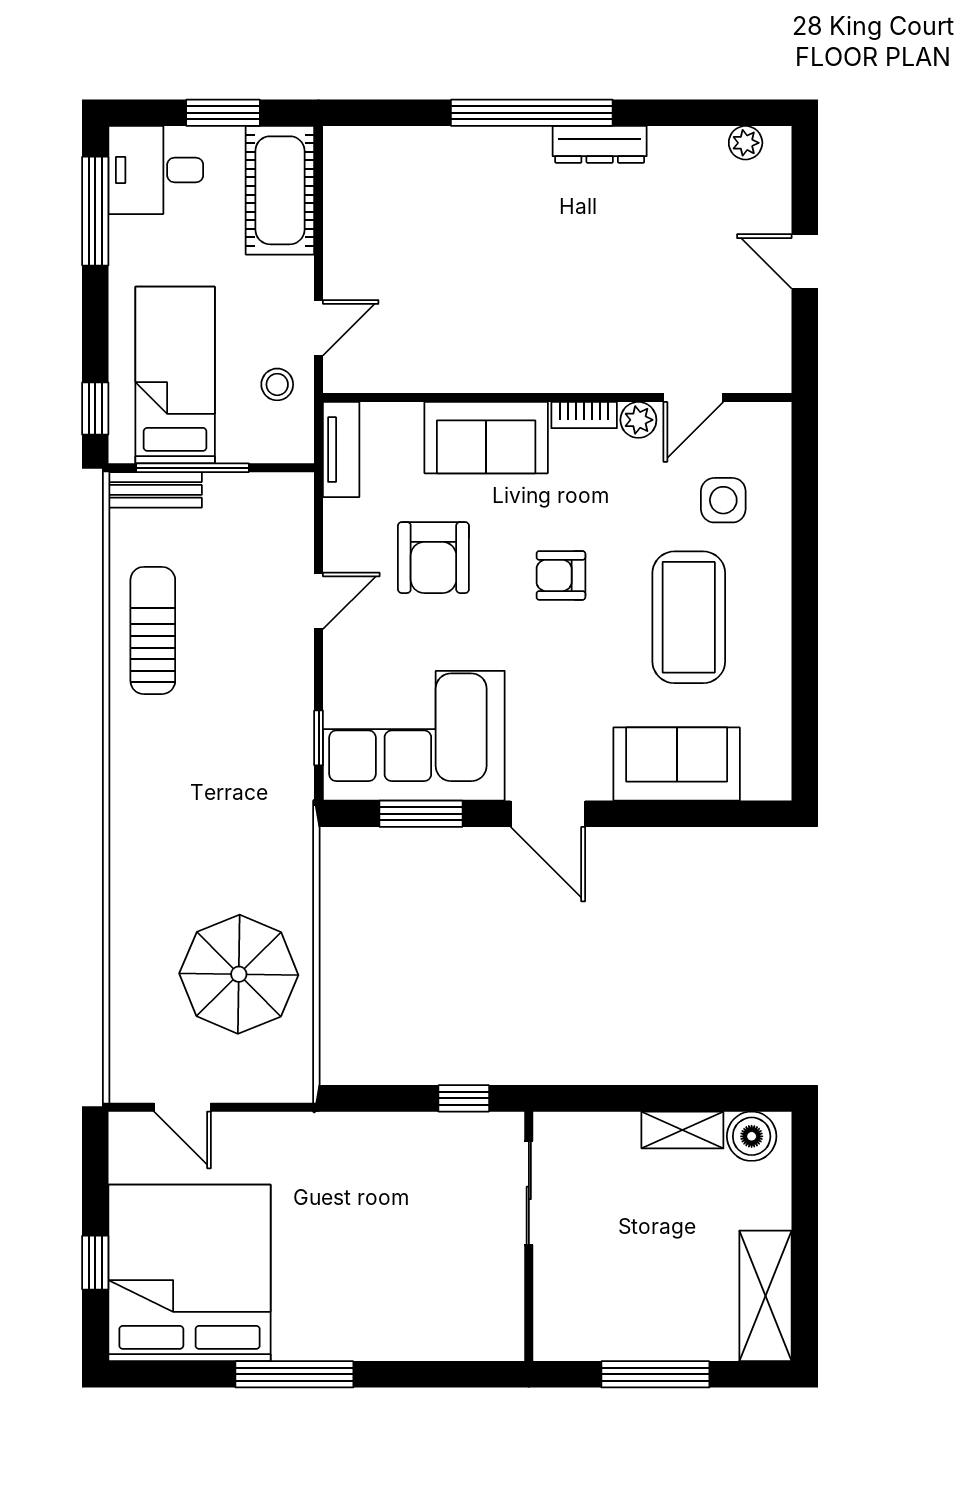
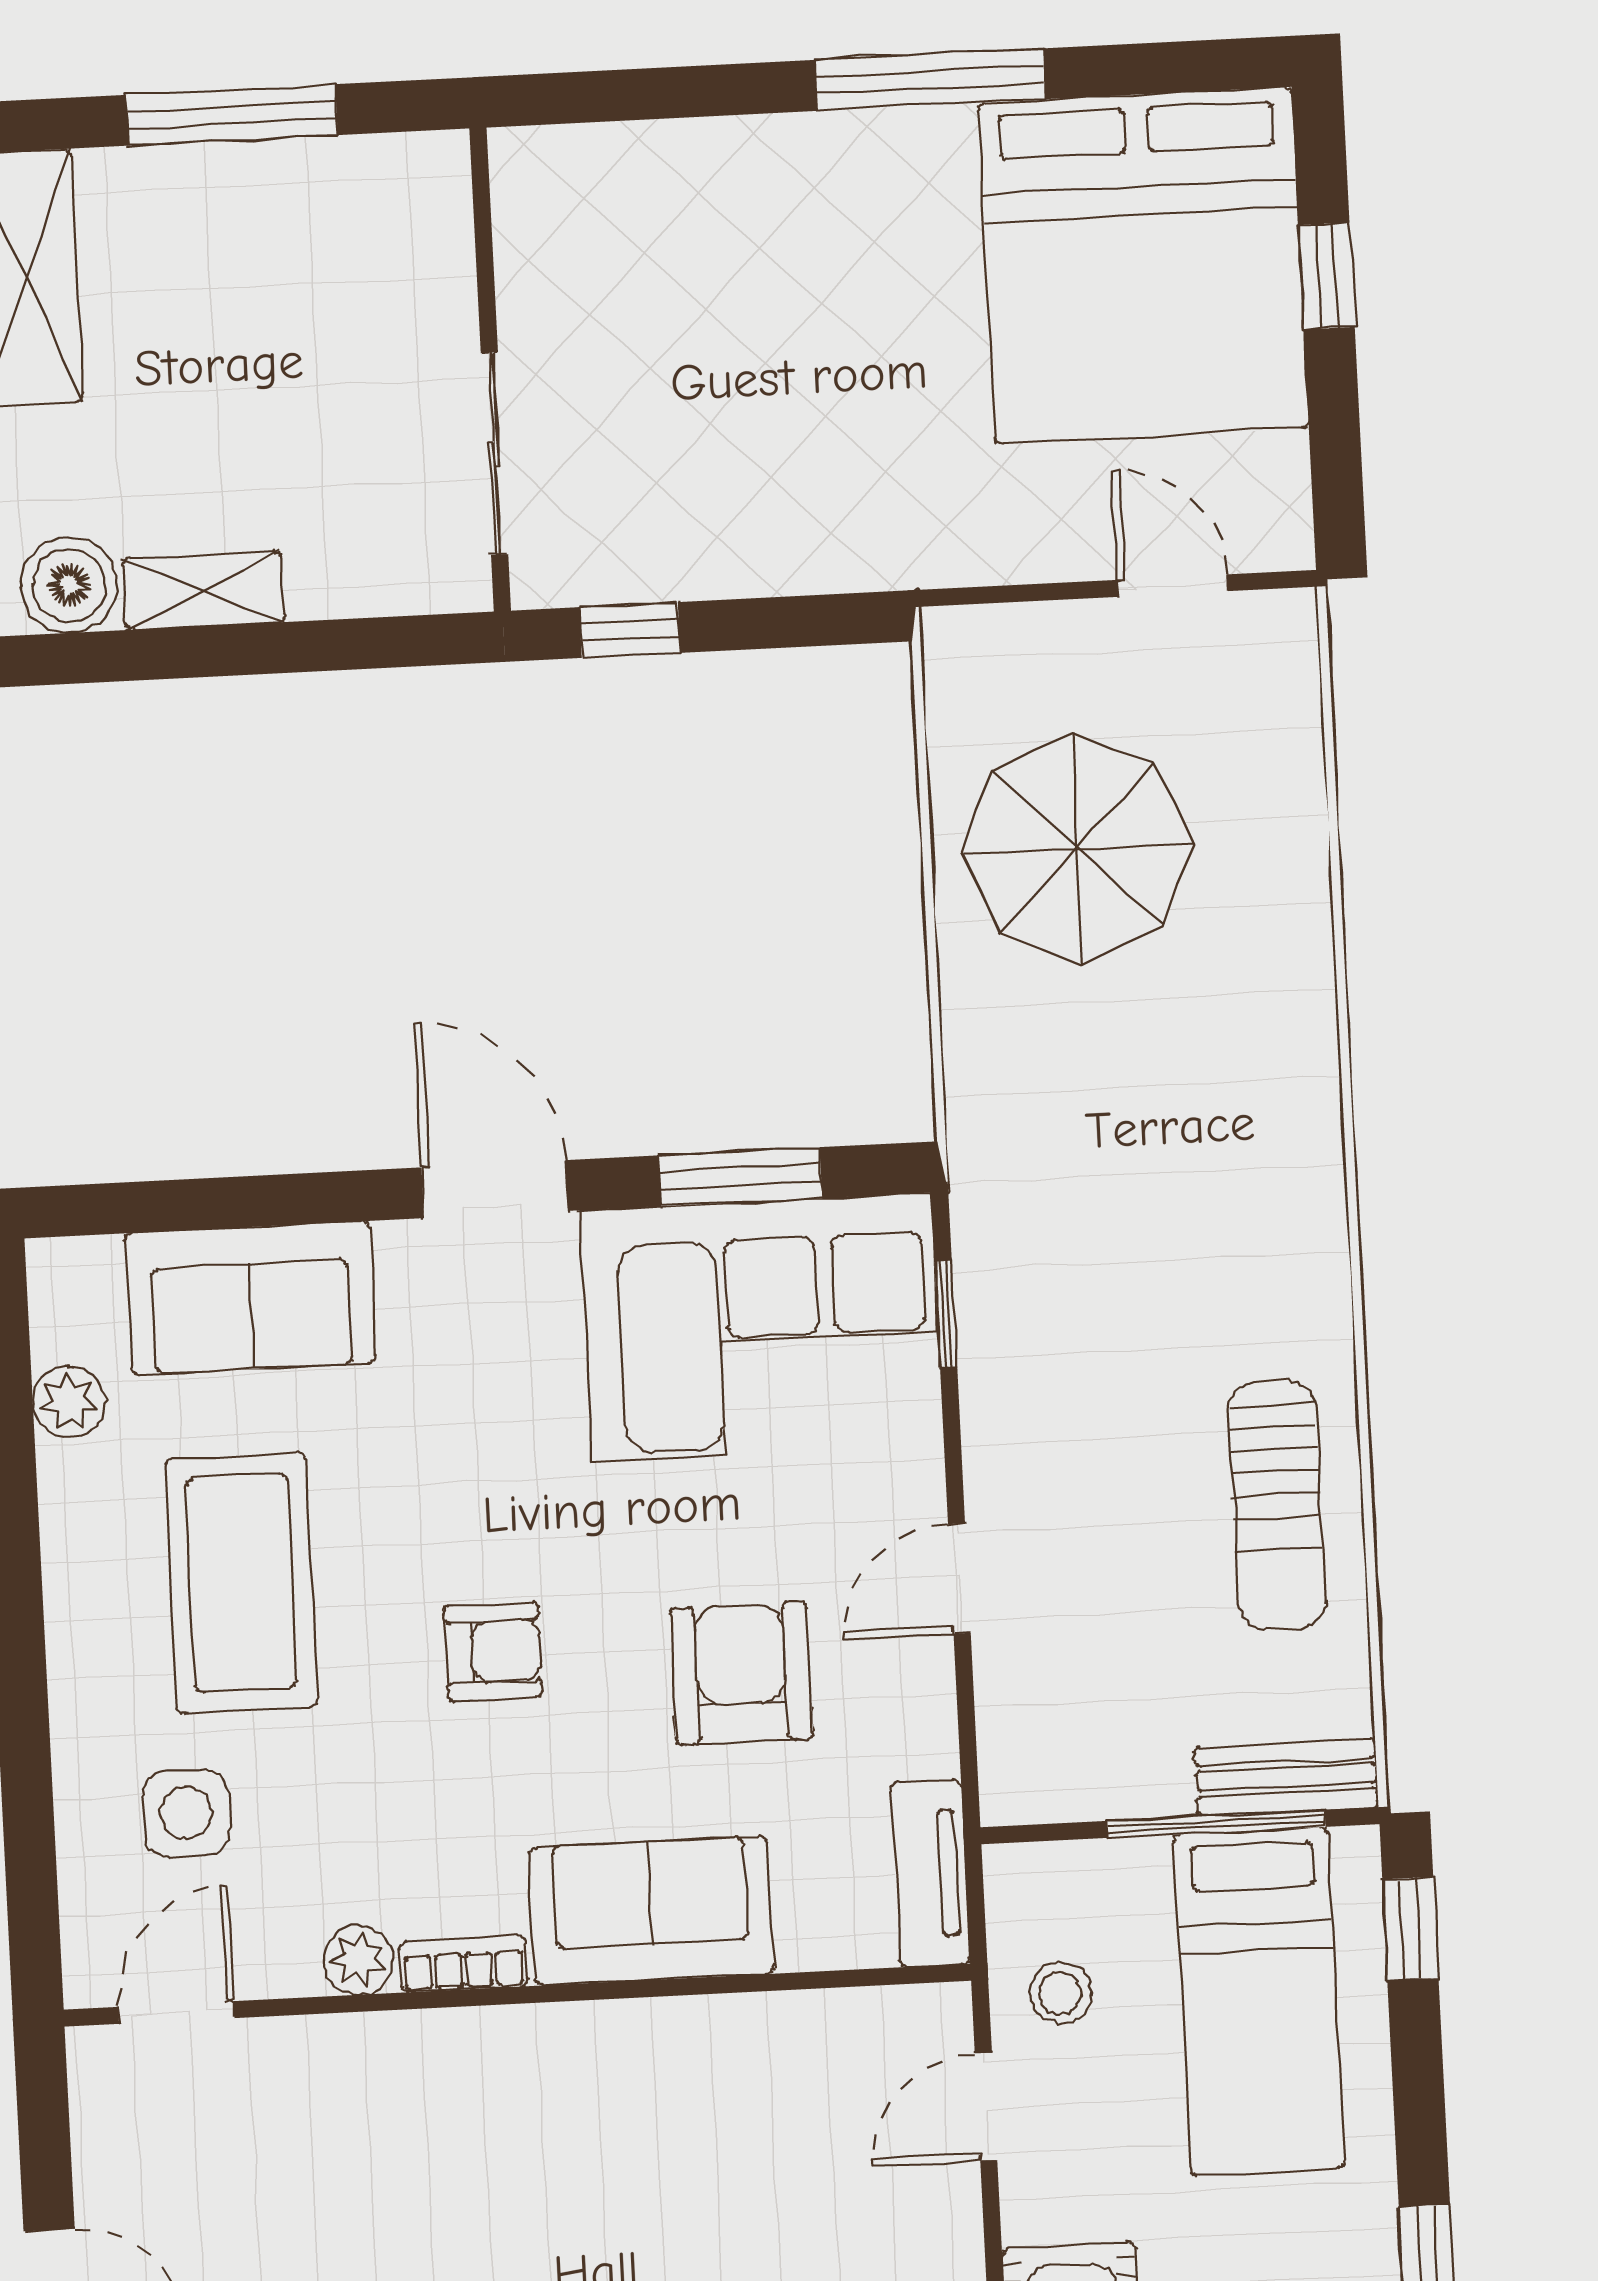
door: (693, 398) -> (176, 2012), moved
plant: (773, 715) -> (69, 1402), added

